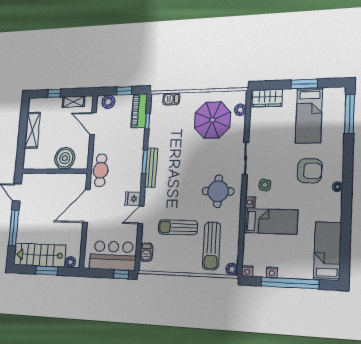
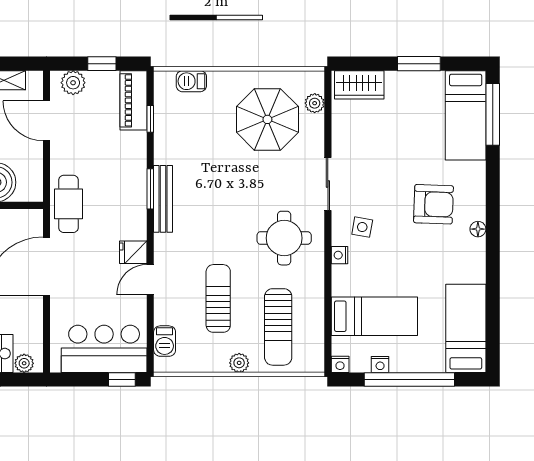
bed: (309, 115) -> (466, 115), moved
bed: (271, 221) -> (374, 316), moved
sun lounger: (178, 227) -> (218, 298), turned 90
plant: (232, 269) -> (239, 363), moved

